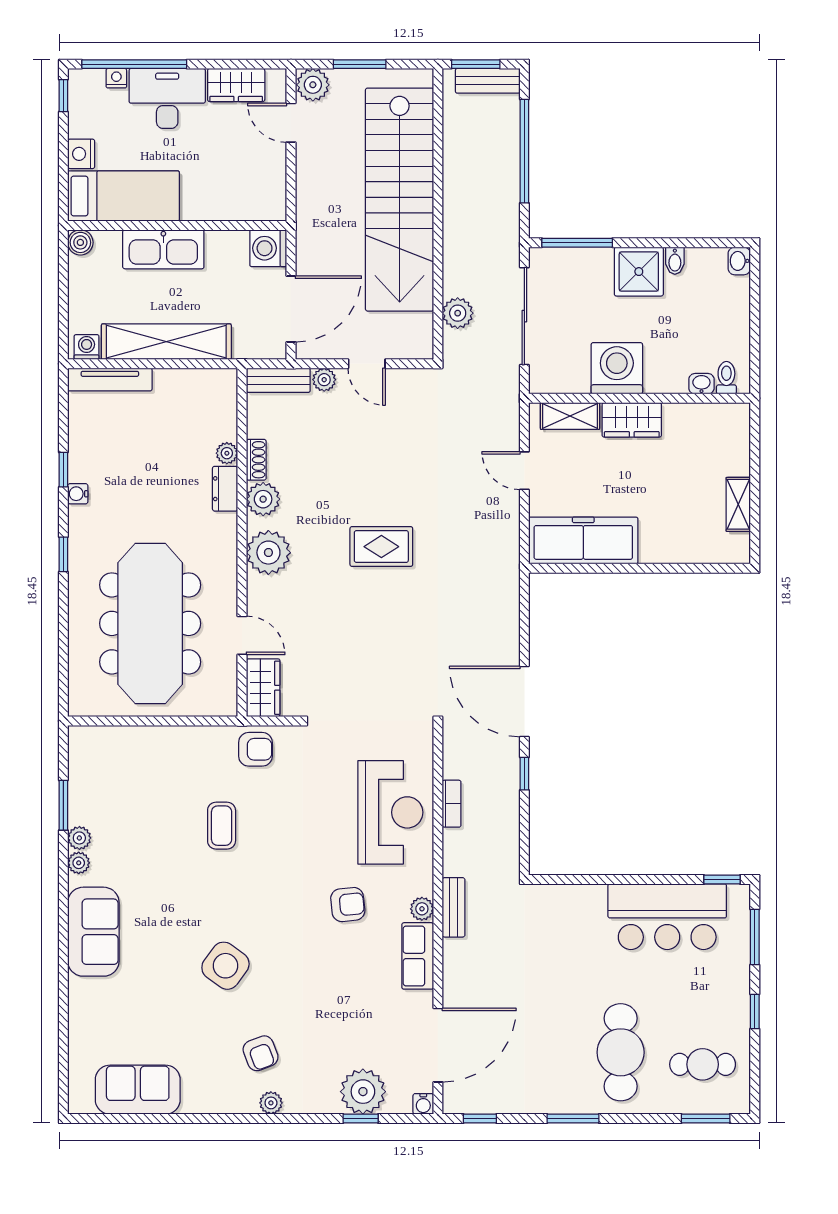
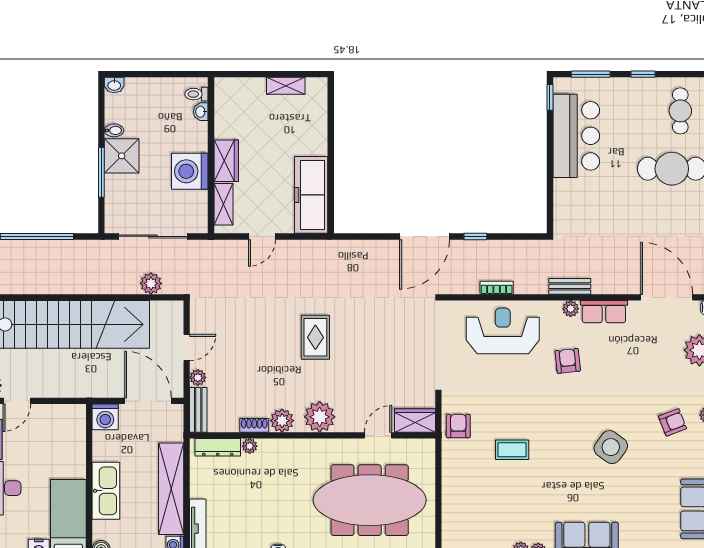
window: (577, 243) -> (101, 172), moved
dresser: (225, 489) -> (218, 447), moved, width x1.44

